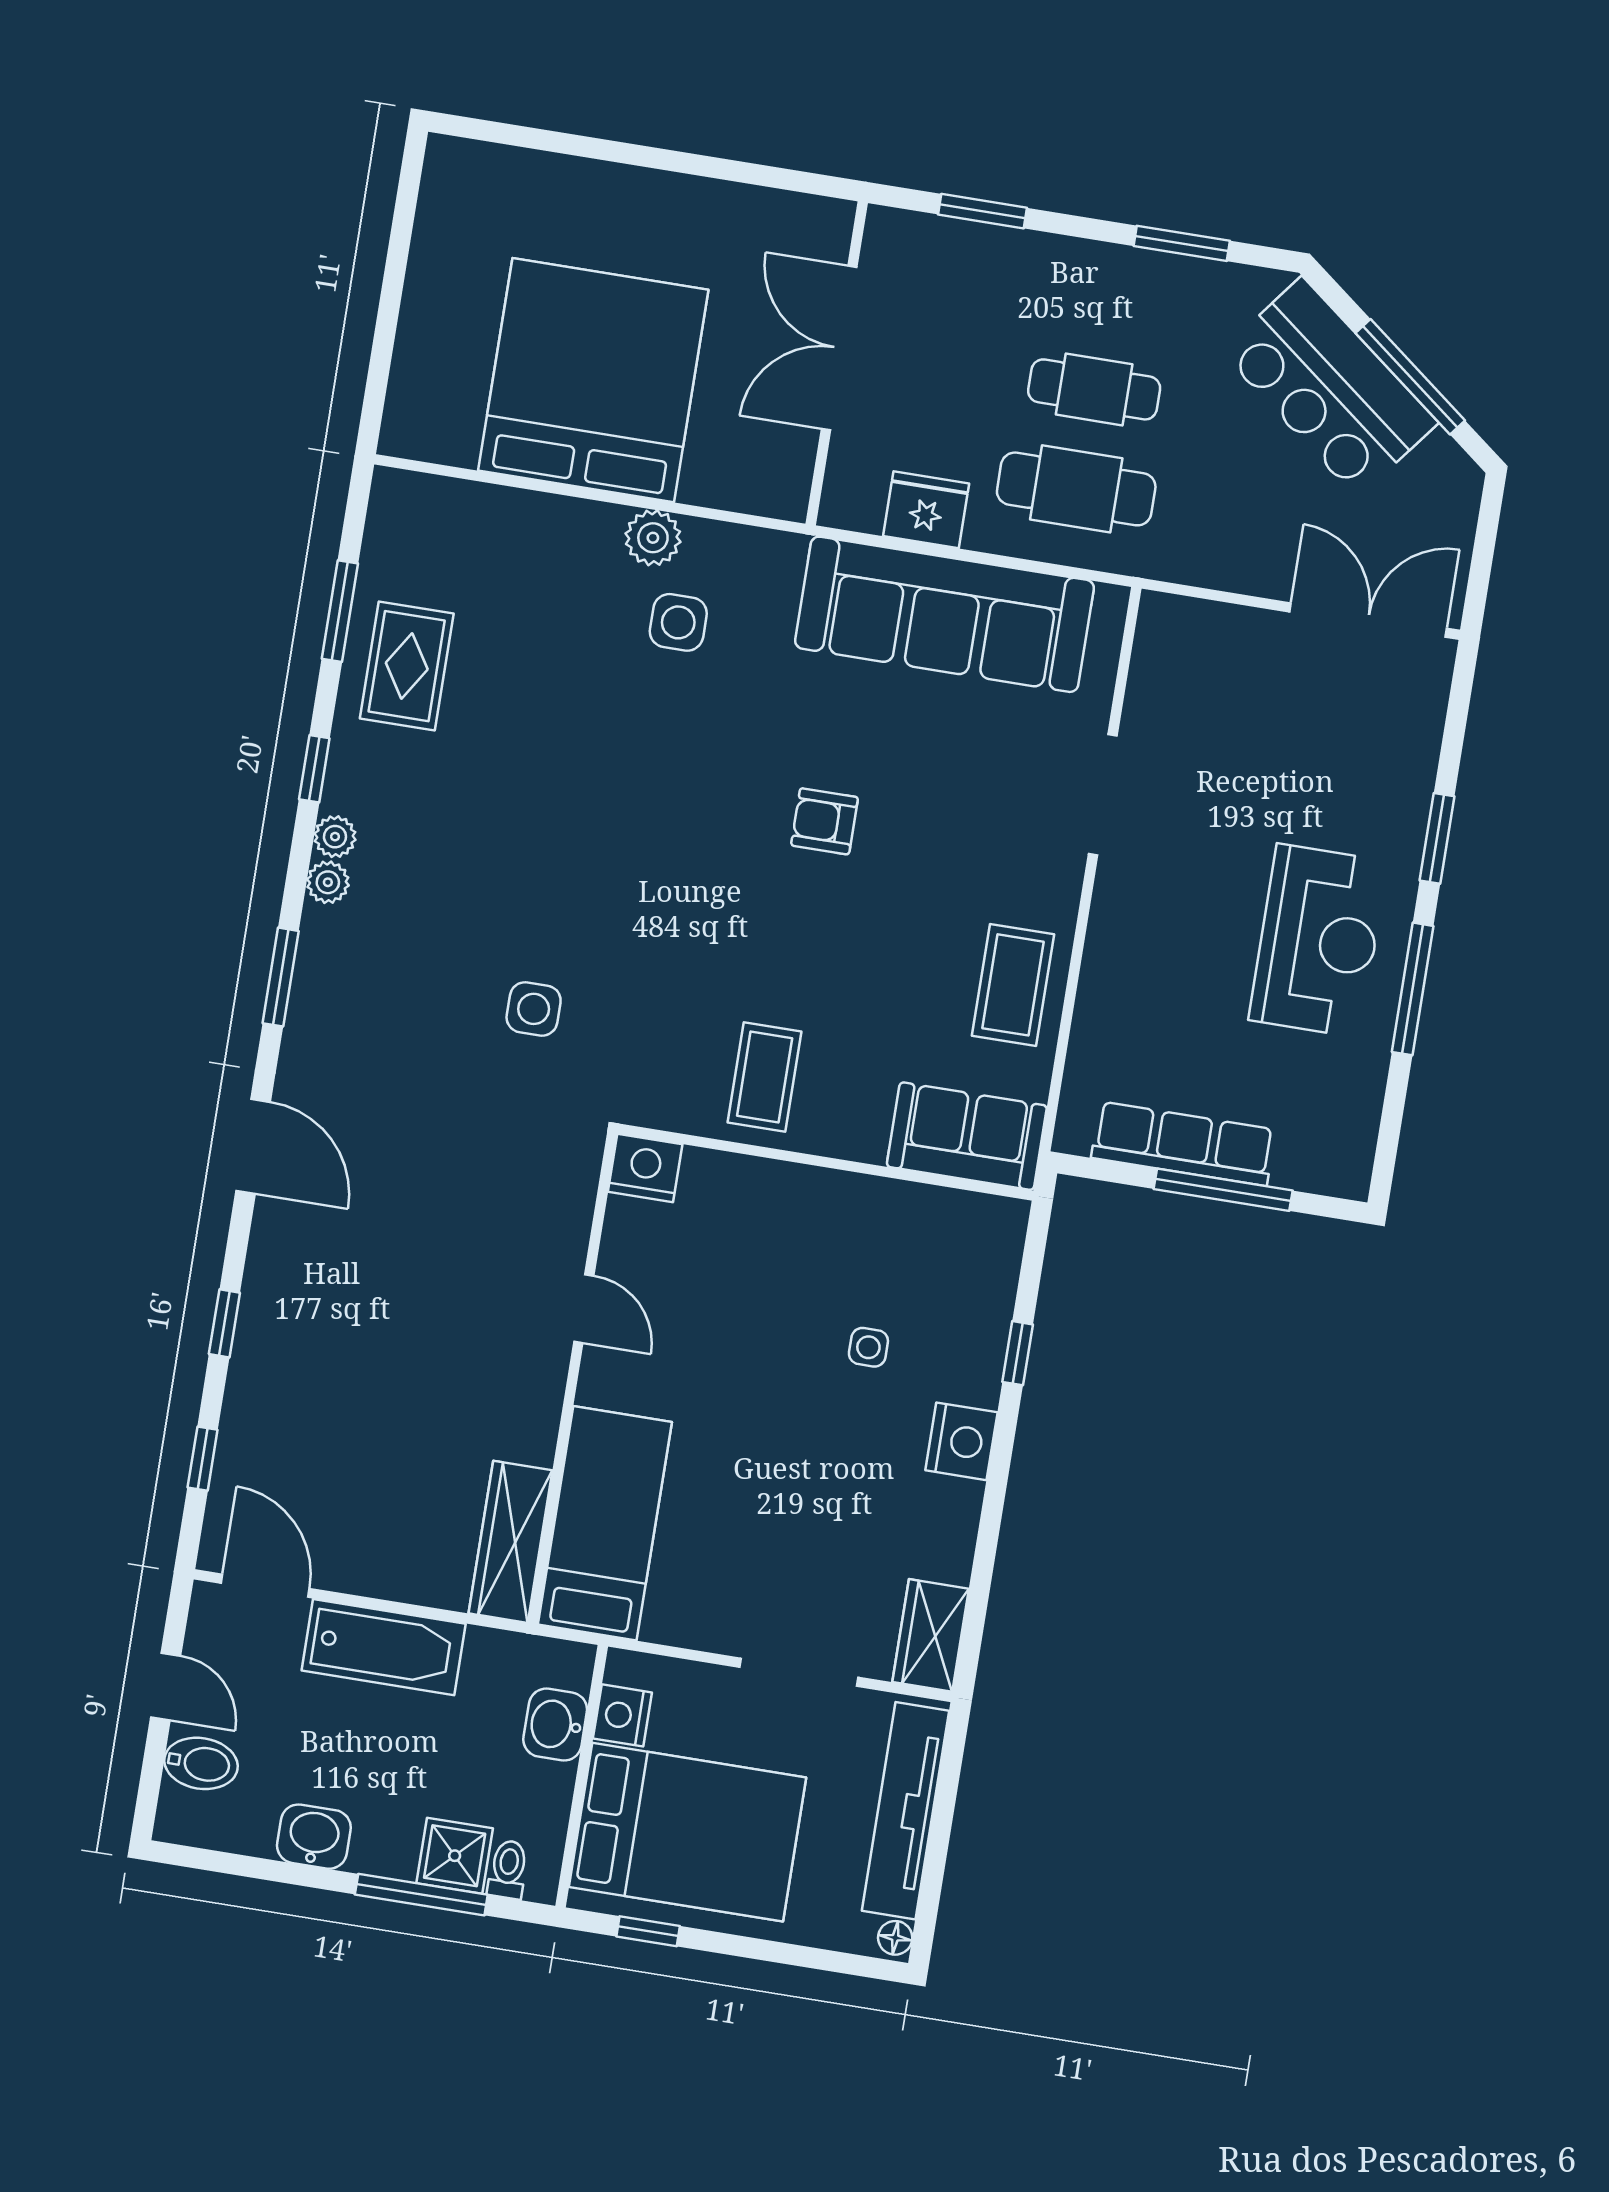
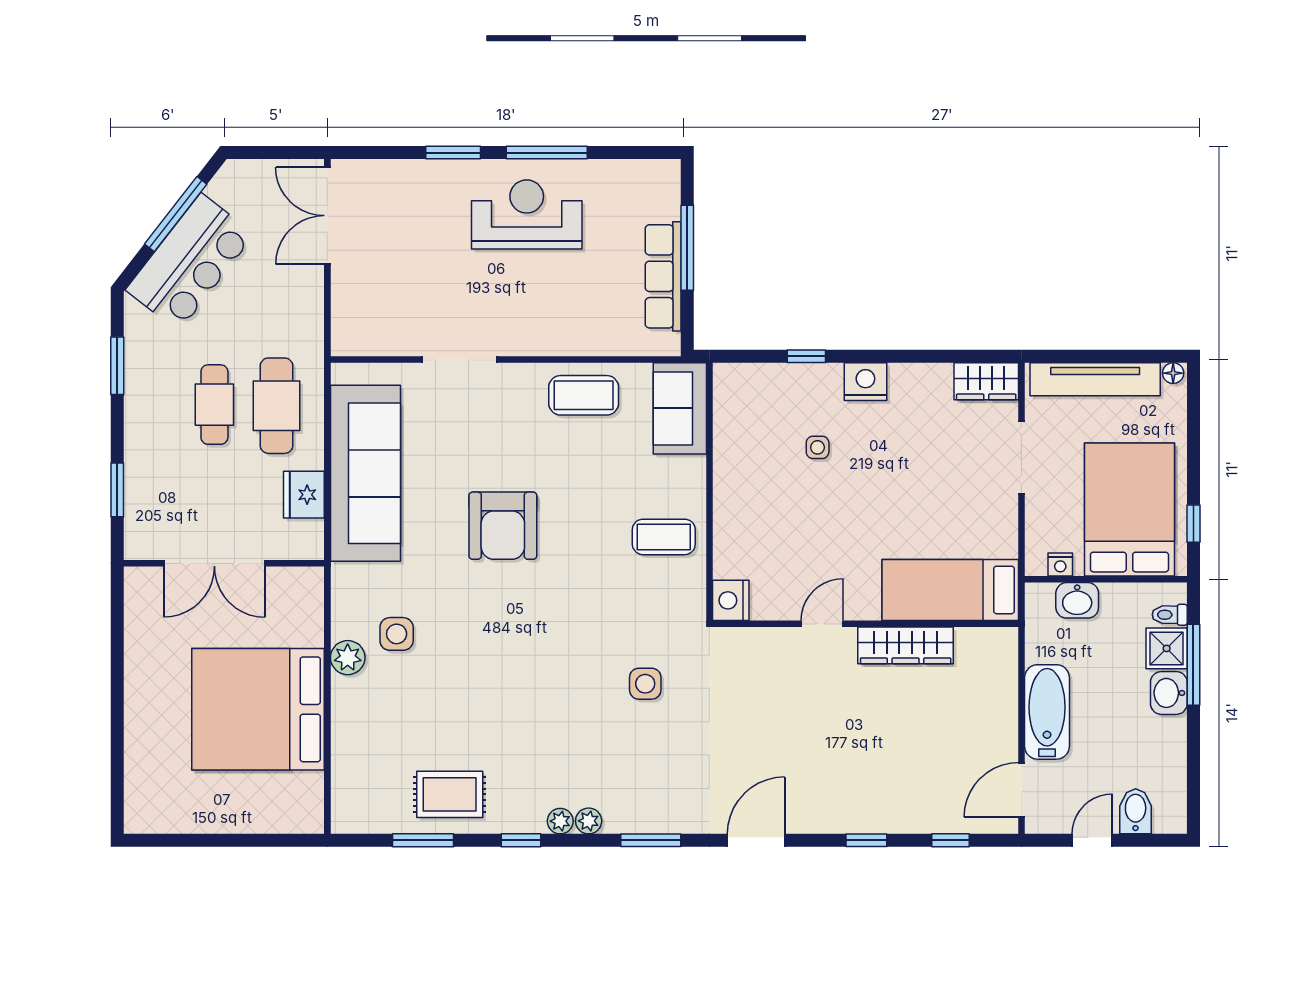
armchair: (825, 821) -> (503, 526), width x1.88, depth x1.88
wardrobe: (510, 1542) -> (906, 645), moved
nightstand: (622, 1715) -> (1060, 565), width x0.72, depth x0.74
washbasin: (314, 1837) -> (1169, 693), moved

